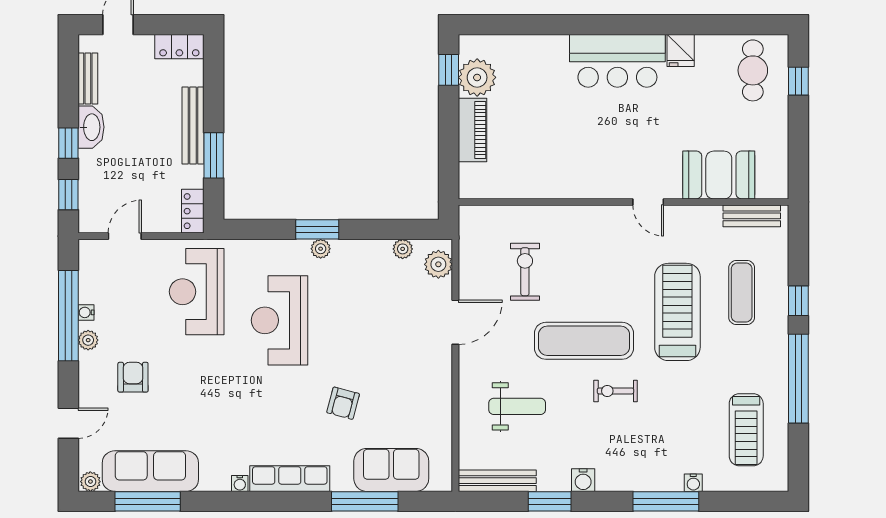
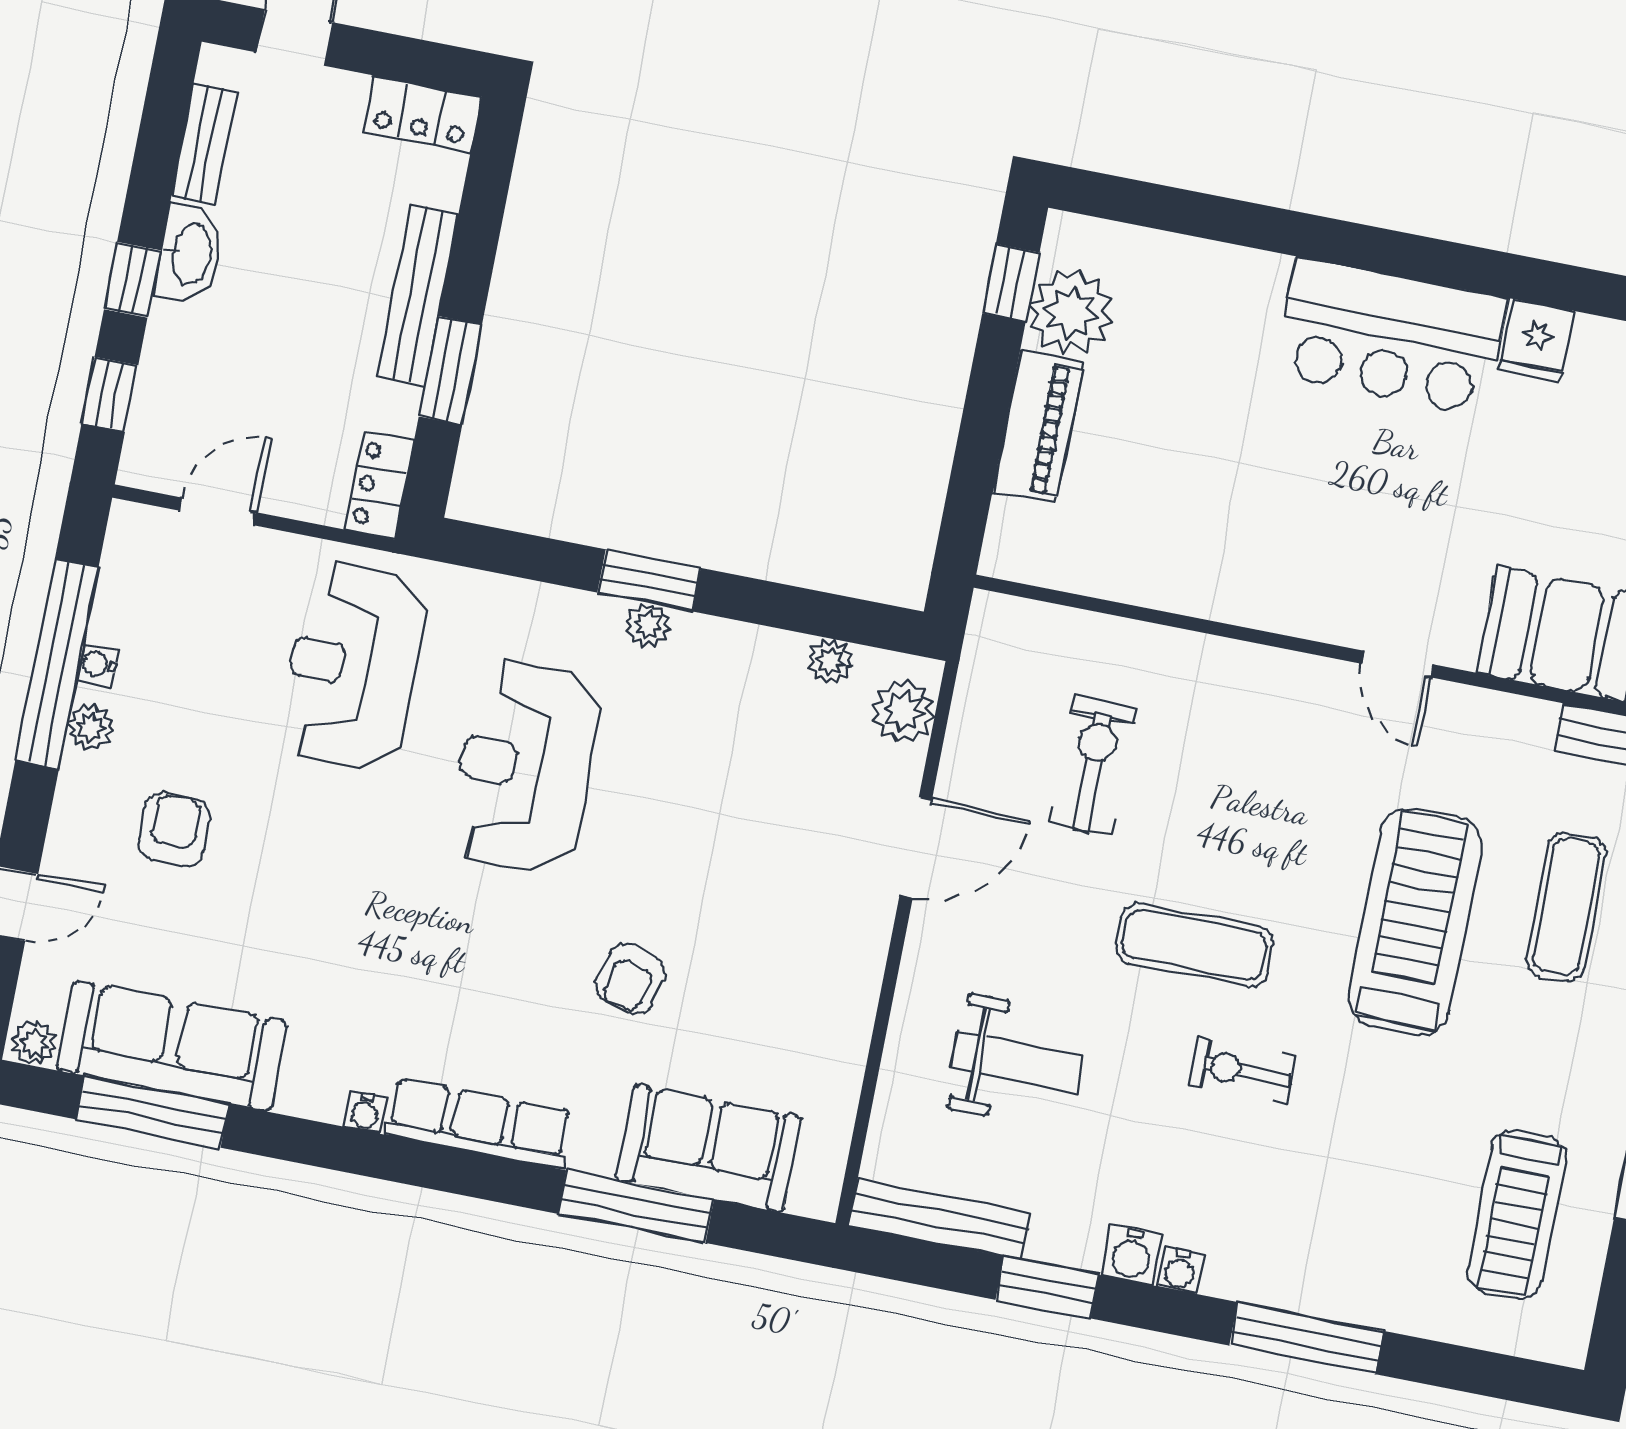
exercise mat: (584, 341) -> (1194, 945), width x0.73, depth x0.69
water cooler: (693, 483) -> (1180, 1270), moved

